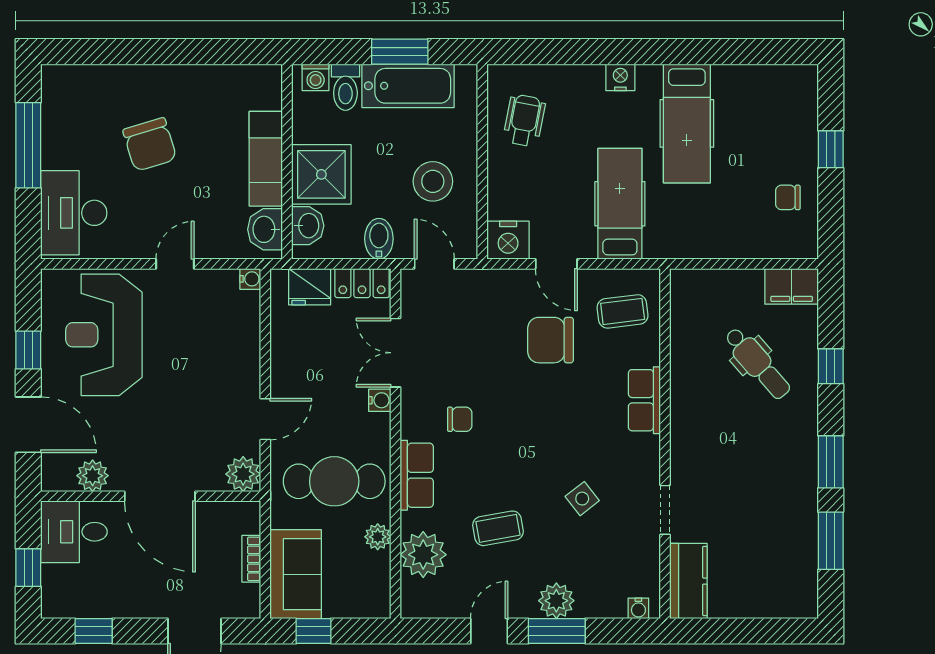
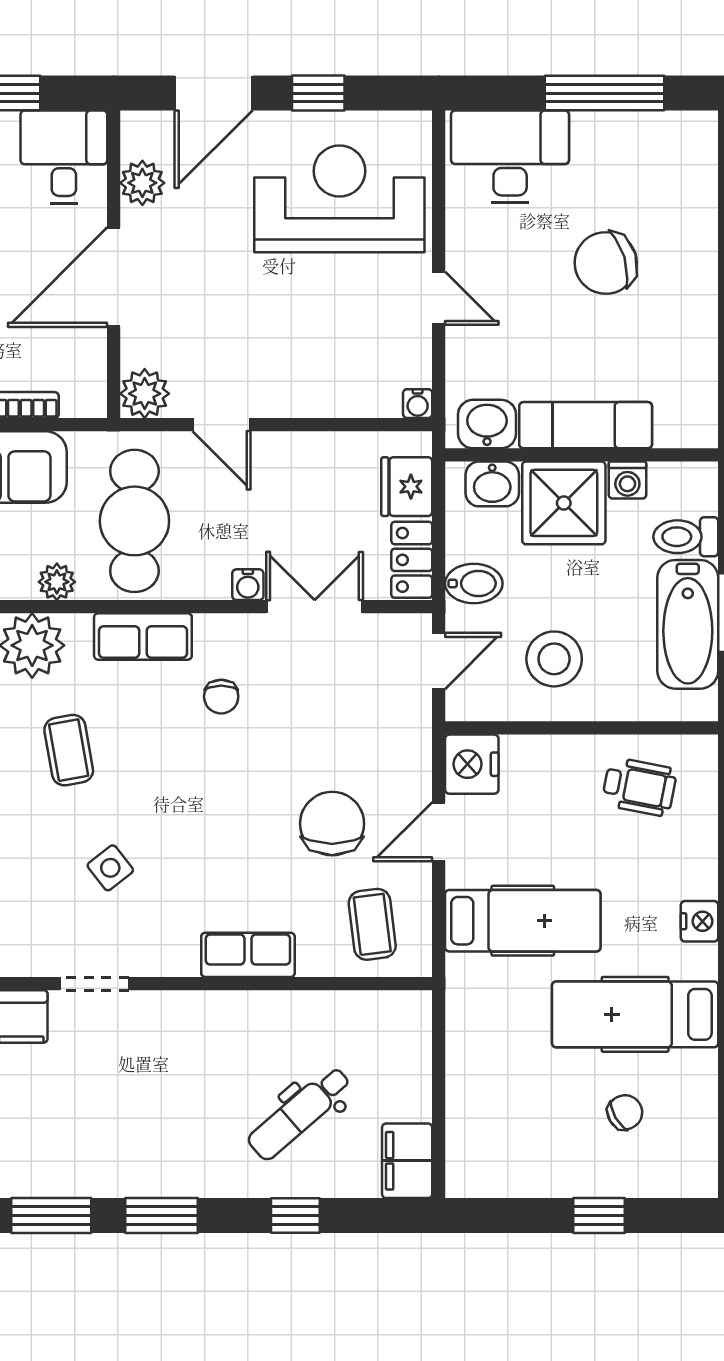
washing machine: (316, 77) -> (627, 480), moved, turned -90
chair: (788, 197) -> (625, 1112), moved, turned 60

